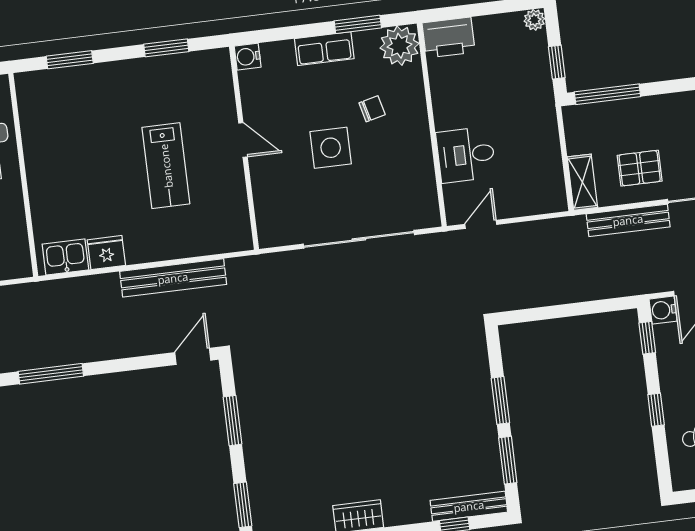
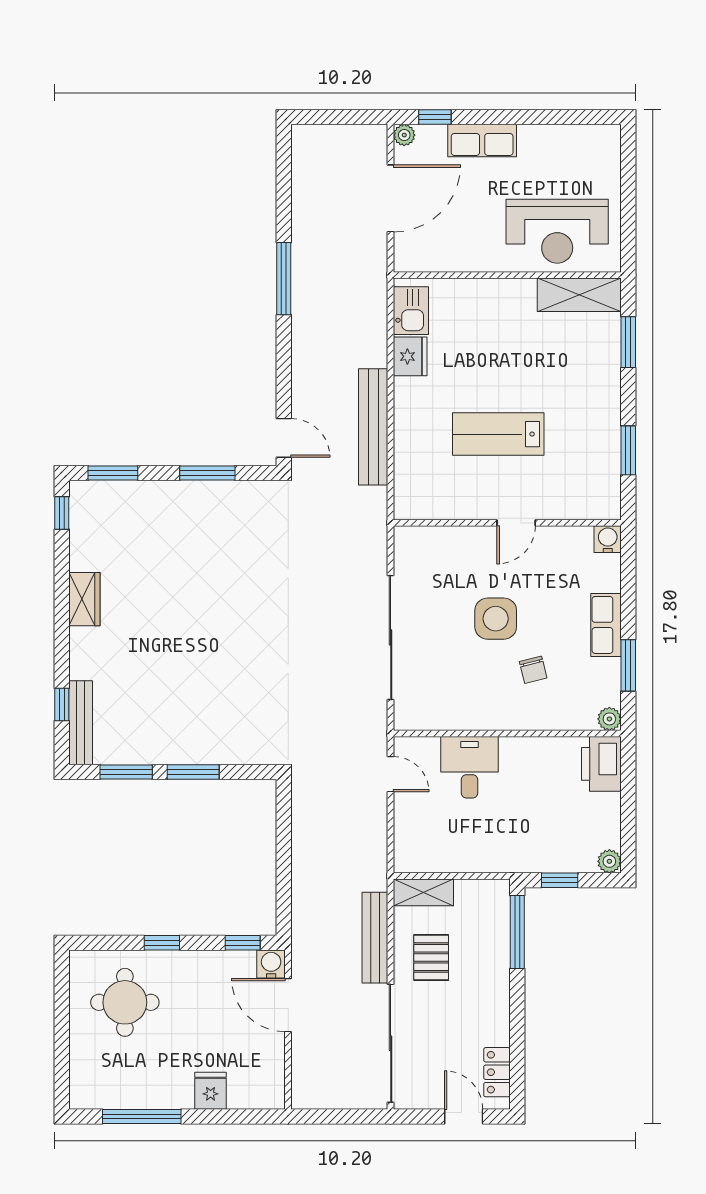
plant: (400, 46) -> (609, 719), width x0.53, depth x0.53
shelving: (33, 109) -> (579, 295), added

